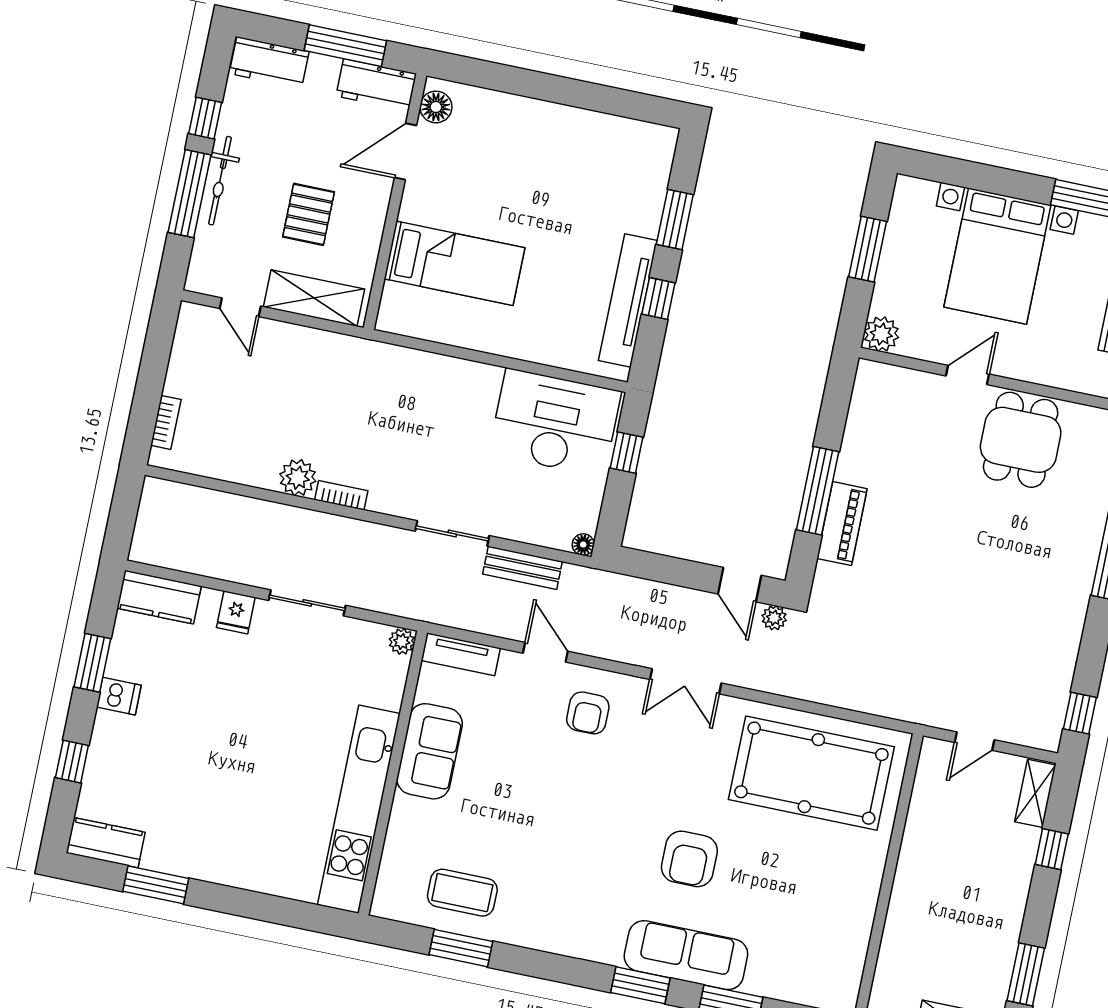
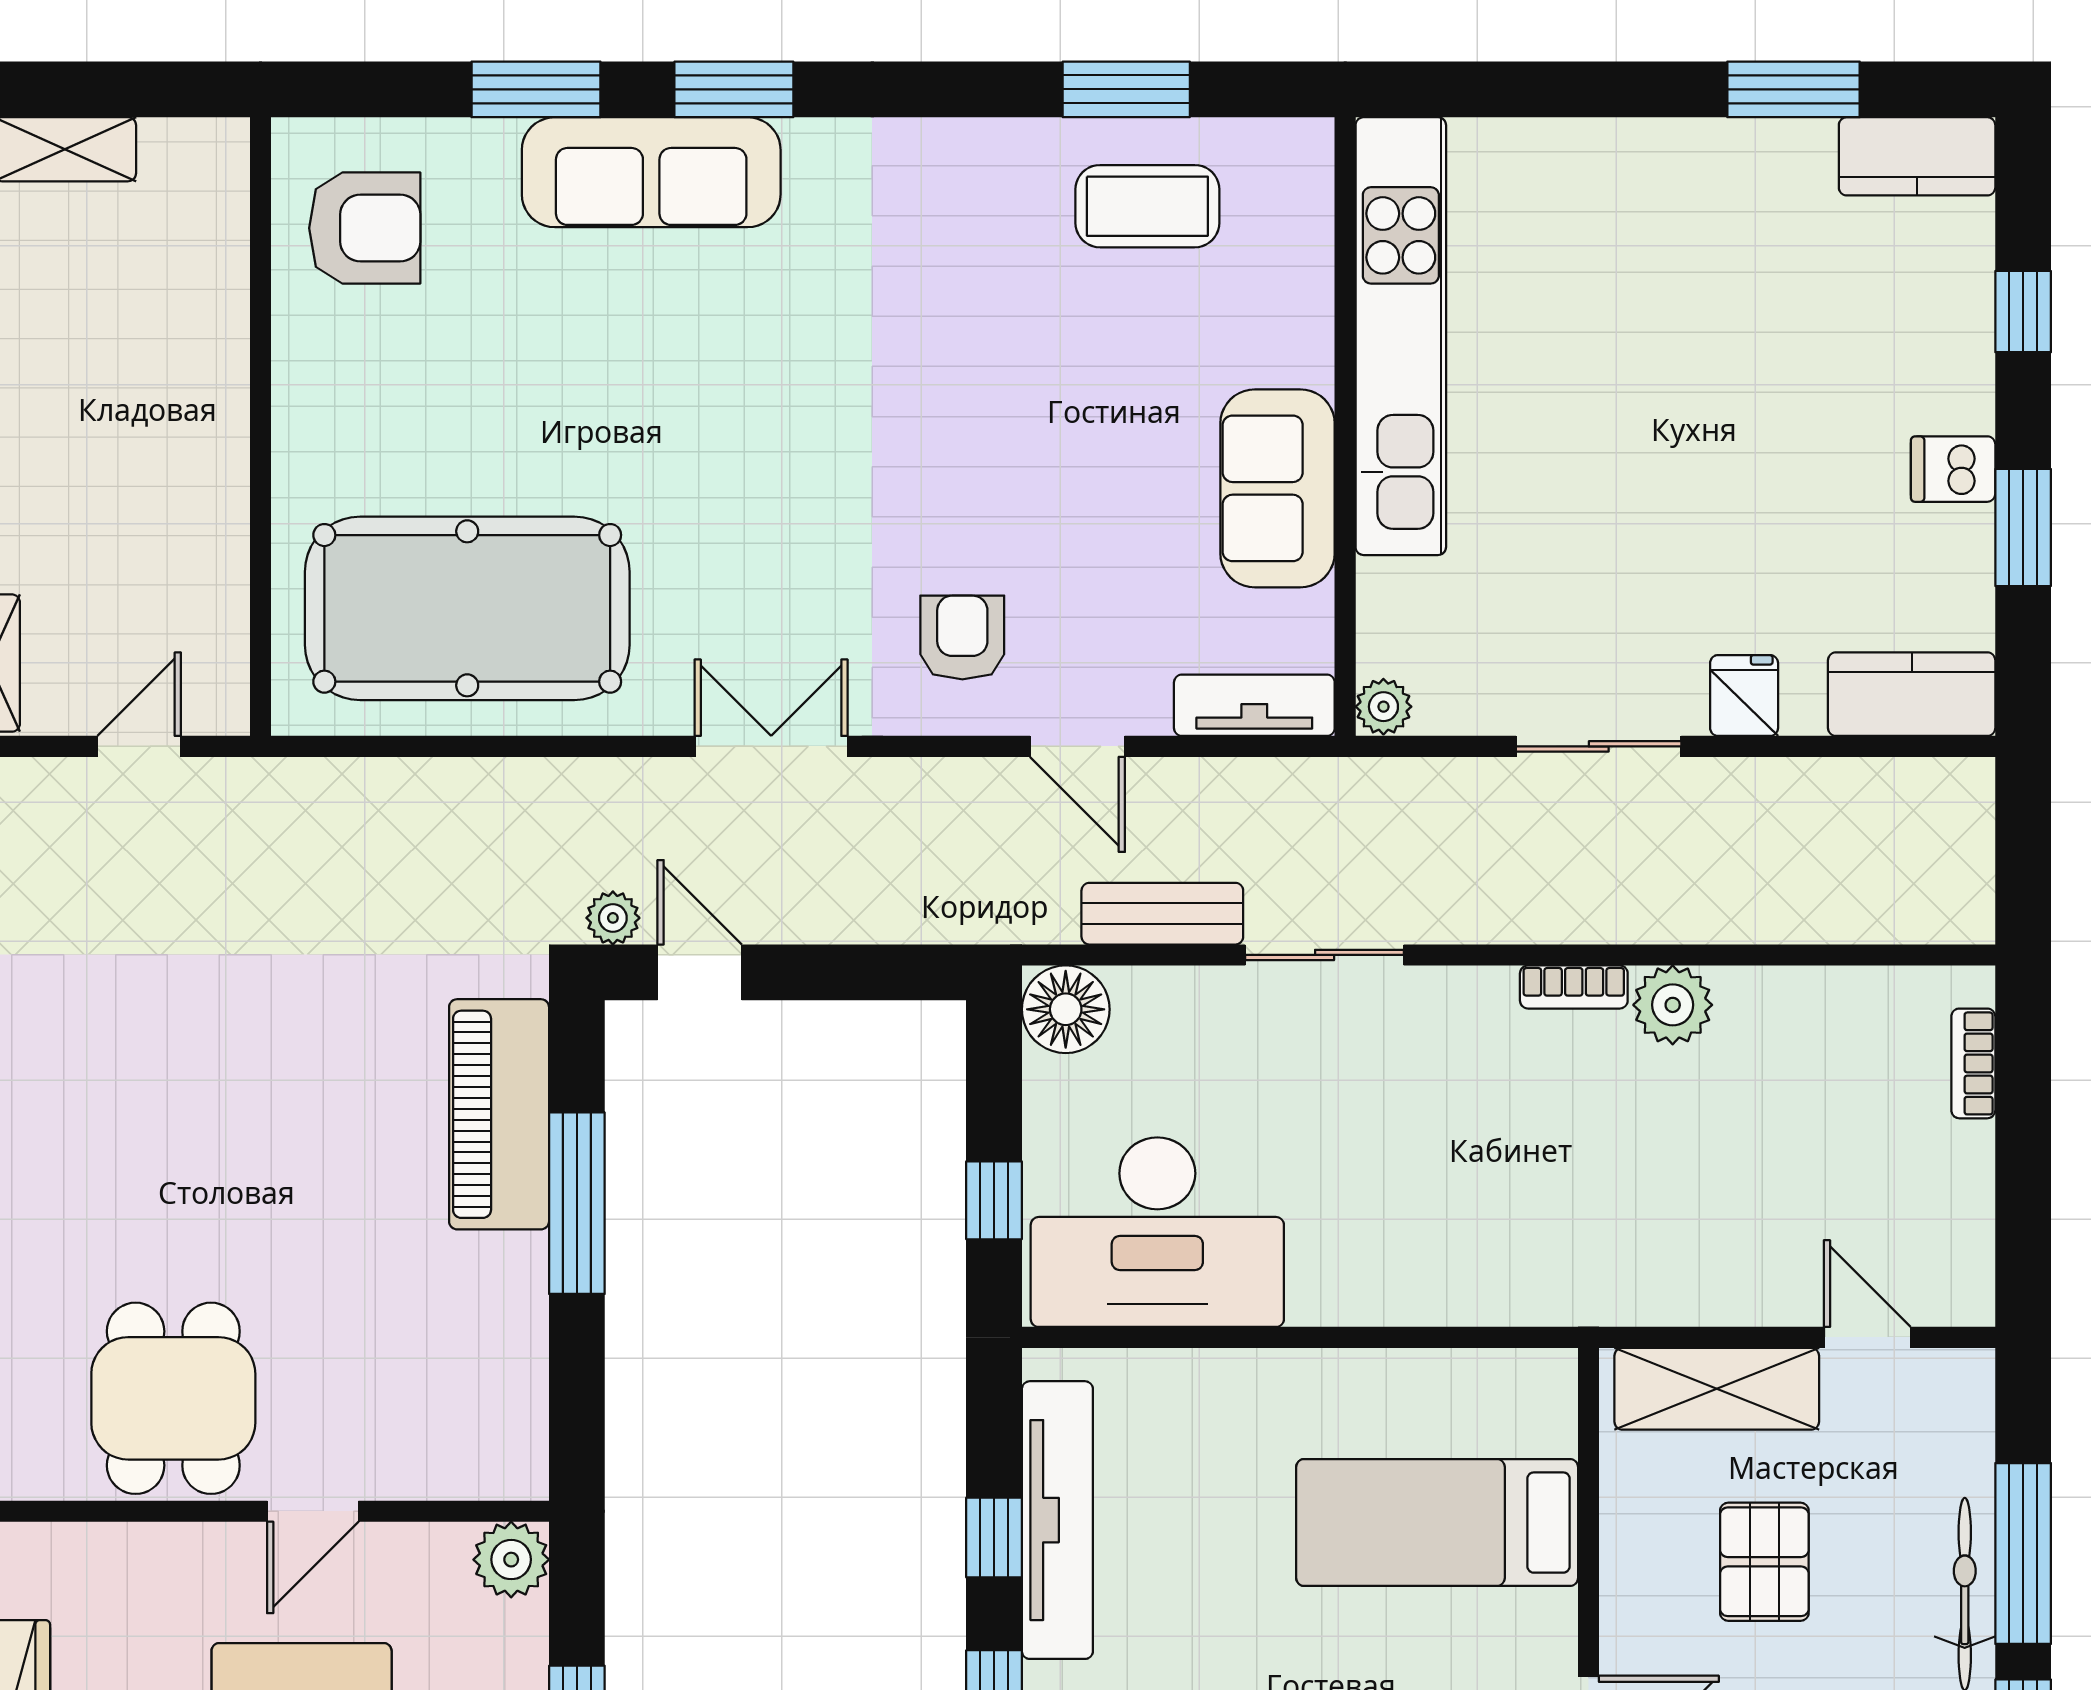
piano: (842, 524) -> (499, 1114), width x1.37, depth x1.33
floor lamp: (583, 545) -> (1066, 1009), width x1.89, depth x1.89
armchair: (689, 859) -> (365, 228), moved, turned 90

